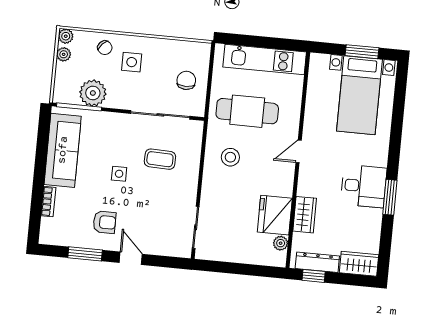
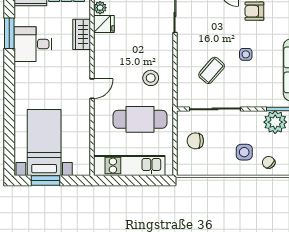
chair: (186, 80) -> (195, 141), turned 90
coffee table: (160, 159) -> (212, 70), turned -51
desk: (364, 186) -> (33, 44), moved
window: (390, 197) -> (9, 33), moved
fridge: (275, 215) -> (104, 24), width x0.53, depth x0.75

